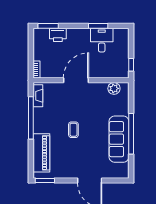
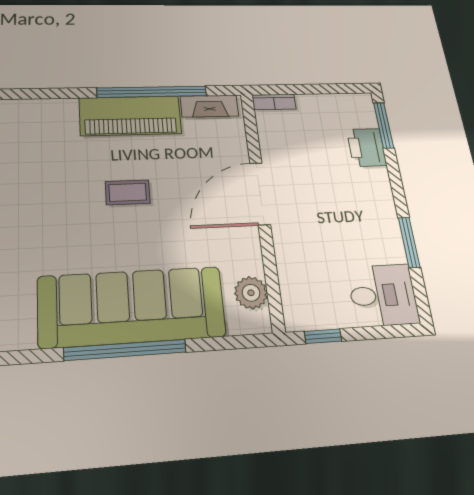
desk: (102, 40) -> (383, 295), moved
door: (76, 80) -> (260, 194), swing flipped
sofa: (119, 139) -> (132, 307), width x1.36, depth x1.27
piano: (41, 153) -> (130, 116), moved

